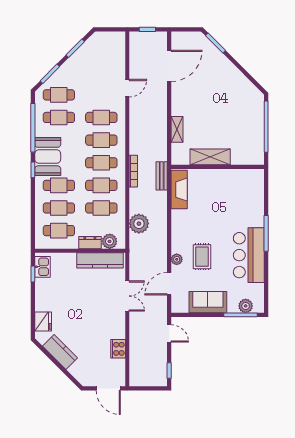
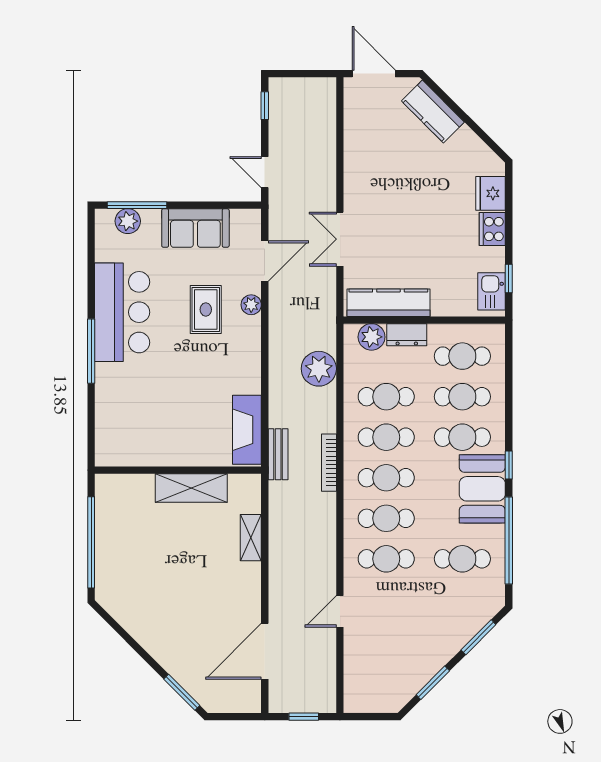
cafe table: (59, 95) -> (462, 599), removed
cooker: (118, 349) -> (492, 229), moved, turned 180
kitchen counter: (60, 352) -> (433, 112), moved

